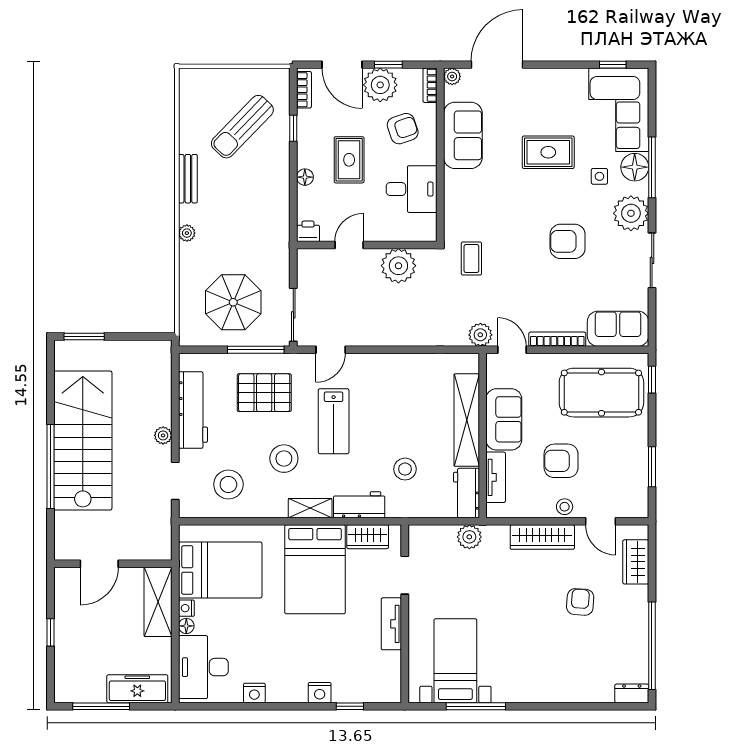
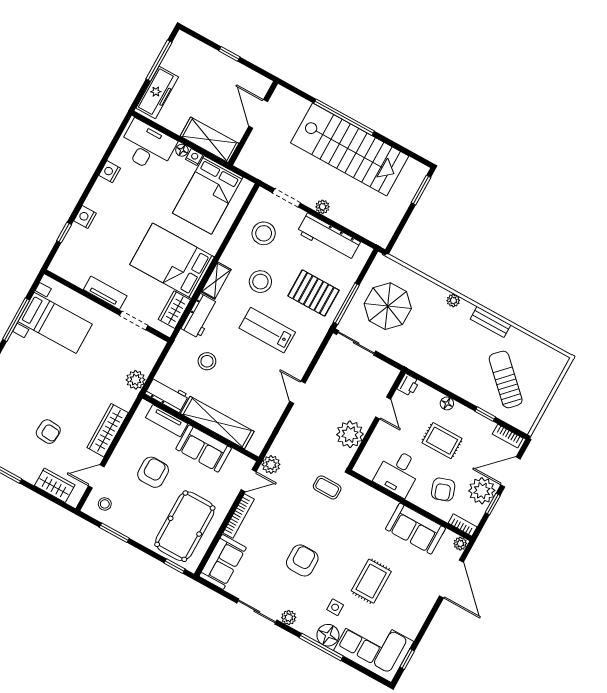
plant: (631, 213) -> (289, 618), width x0.53, depth x0.53
door: (331, 350) -> (297, 392), moved
pallet: (264, 393) -> (313, 293), turned 90
stool: (565, 507) -> (105, 504), moved

